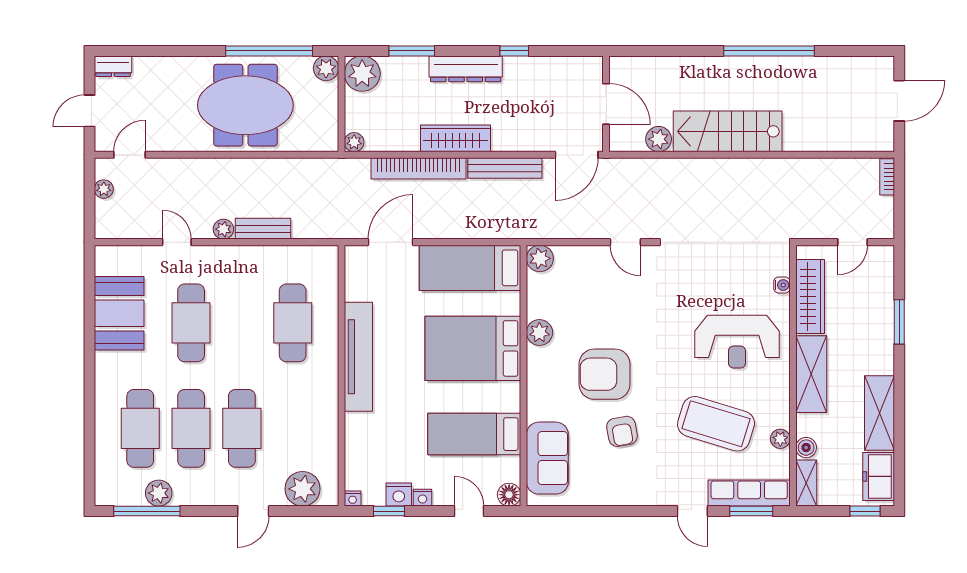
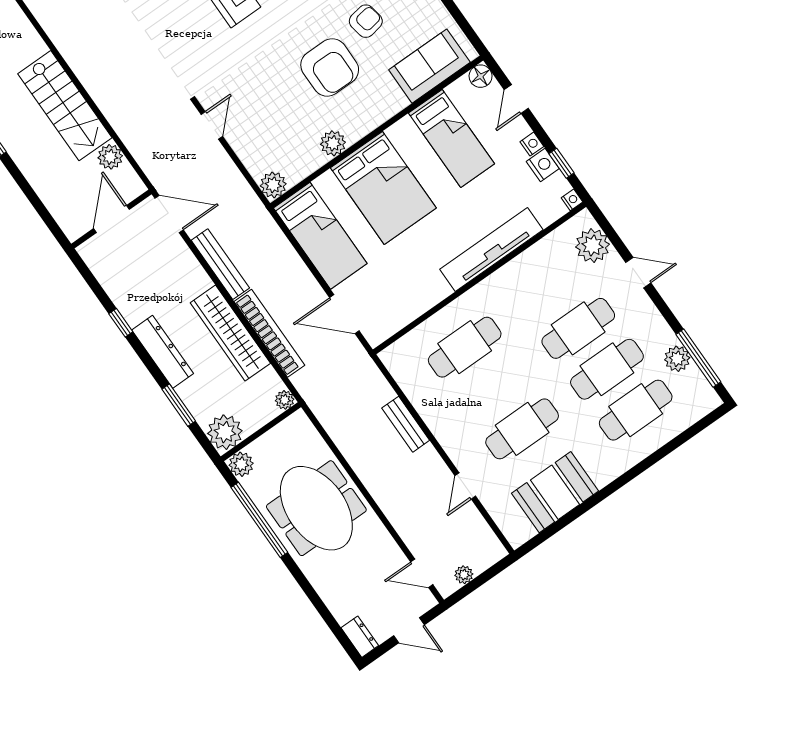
wardrobe: (456, 138) -> (230, 333), width x1.40, depth x1.17
plant: (223, 229) -> (428, 456), removed
tv unit: (358, 357) -> (491, 249), moved

